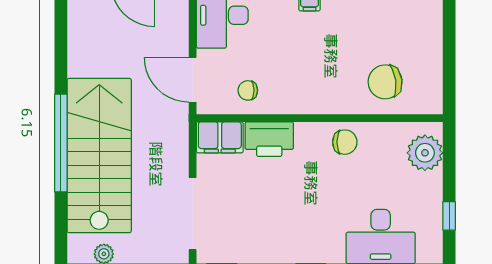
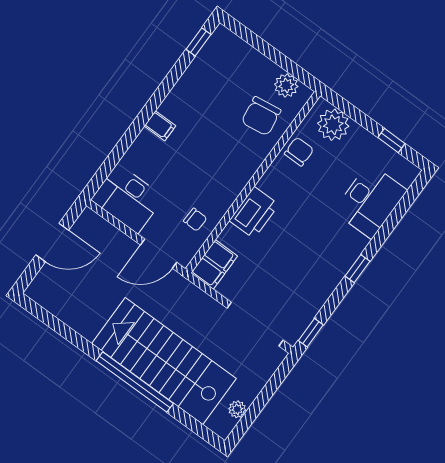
plant: (429, 84) -> (286, 85), added
chair: (248, 90) -> (195, 220), turned -88
printer: (269, 139) -> (254, 213), moved
chair: (345, 142) -> (299, 152), moved

